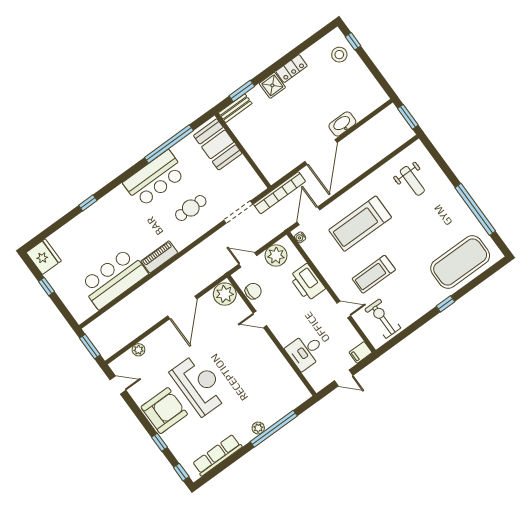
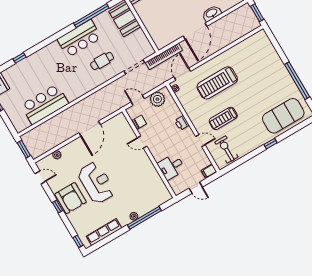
weight bench: (412, 181) -> (256, 57), removed
window: (88, 203) -> (19, 58), moved
piano: (159, 257) -> (77, 92), removed
printer: (307, 282) -> (182, 123), width x0.53, depth x0.68
plant: (225, 294) -> (120, 122), removed
armchair: (164, 411) -> (71, 198), turned 90
window: (159, 442) -> (57, 206), moved

